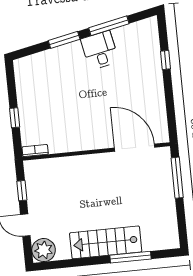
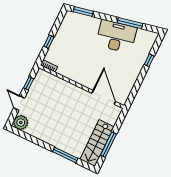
window: (64, 40) -> (83, 11), moved
desk: (100, 50) -> (116, 36), width x1.87, depth x1.30
window: (177, 178) -> (108, 145), moved
stairs: (106, 242) -> (97, 143), moved, turned -90

